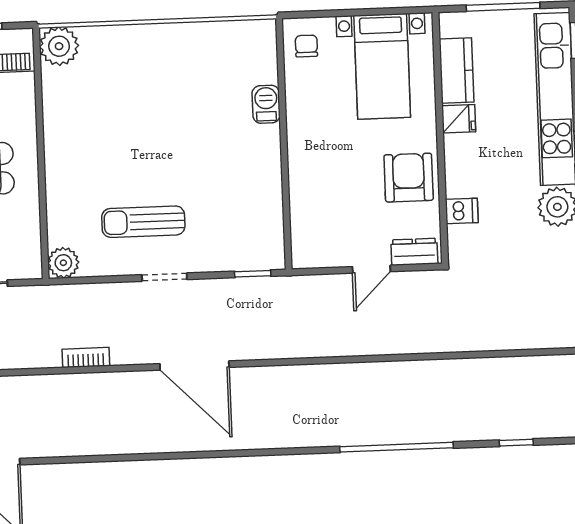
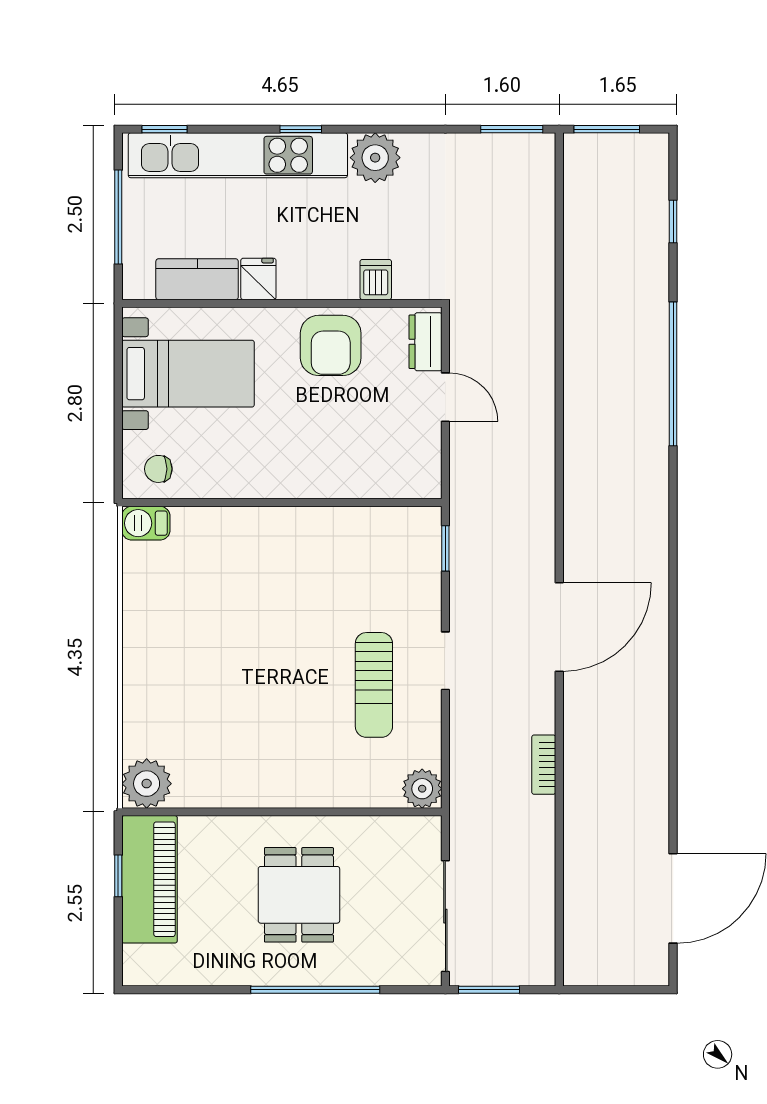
barbecue: (266, 104) -> (146, 523), moved
armchair: (409, 178) -> (331, 345), turned -90

